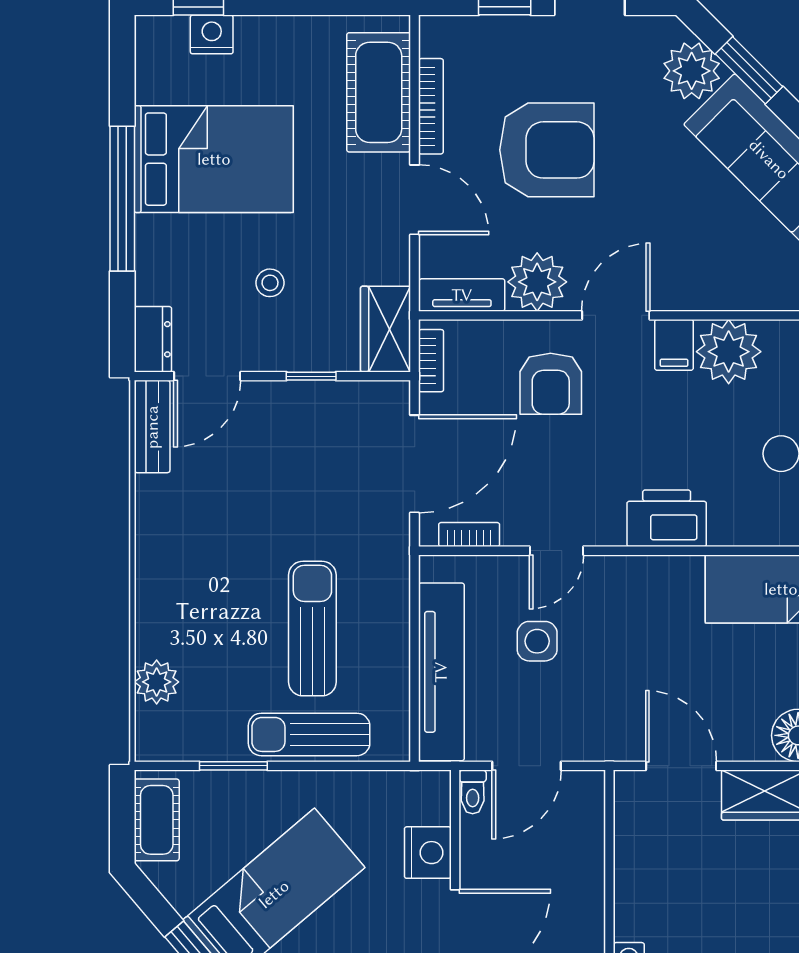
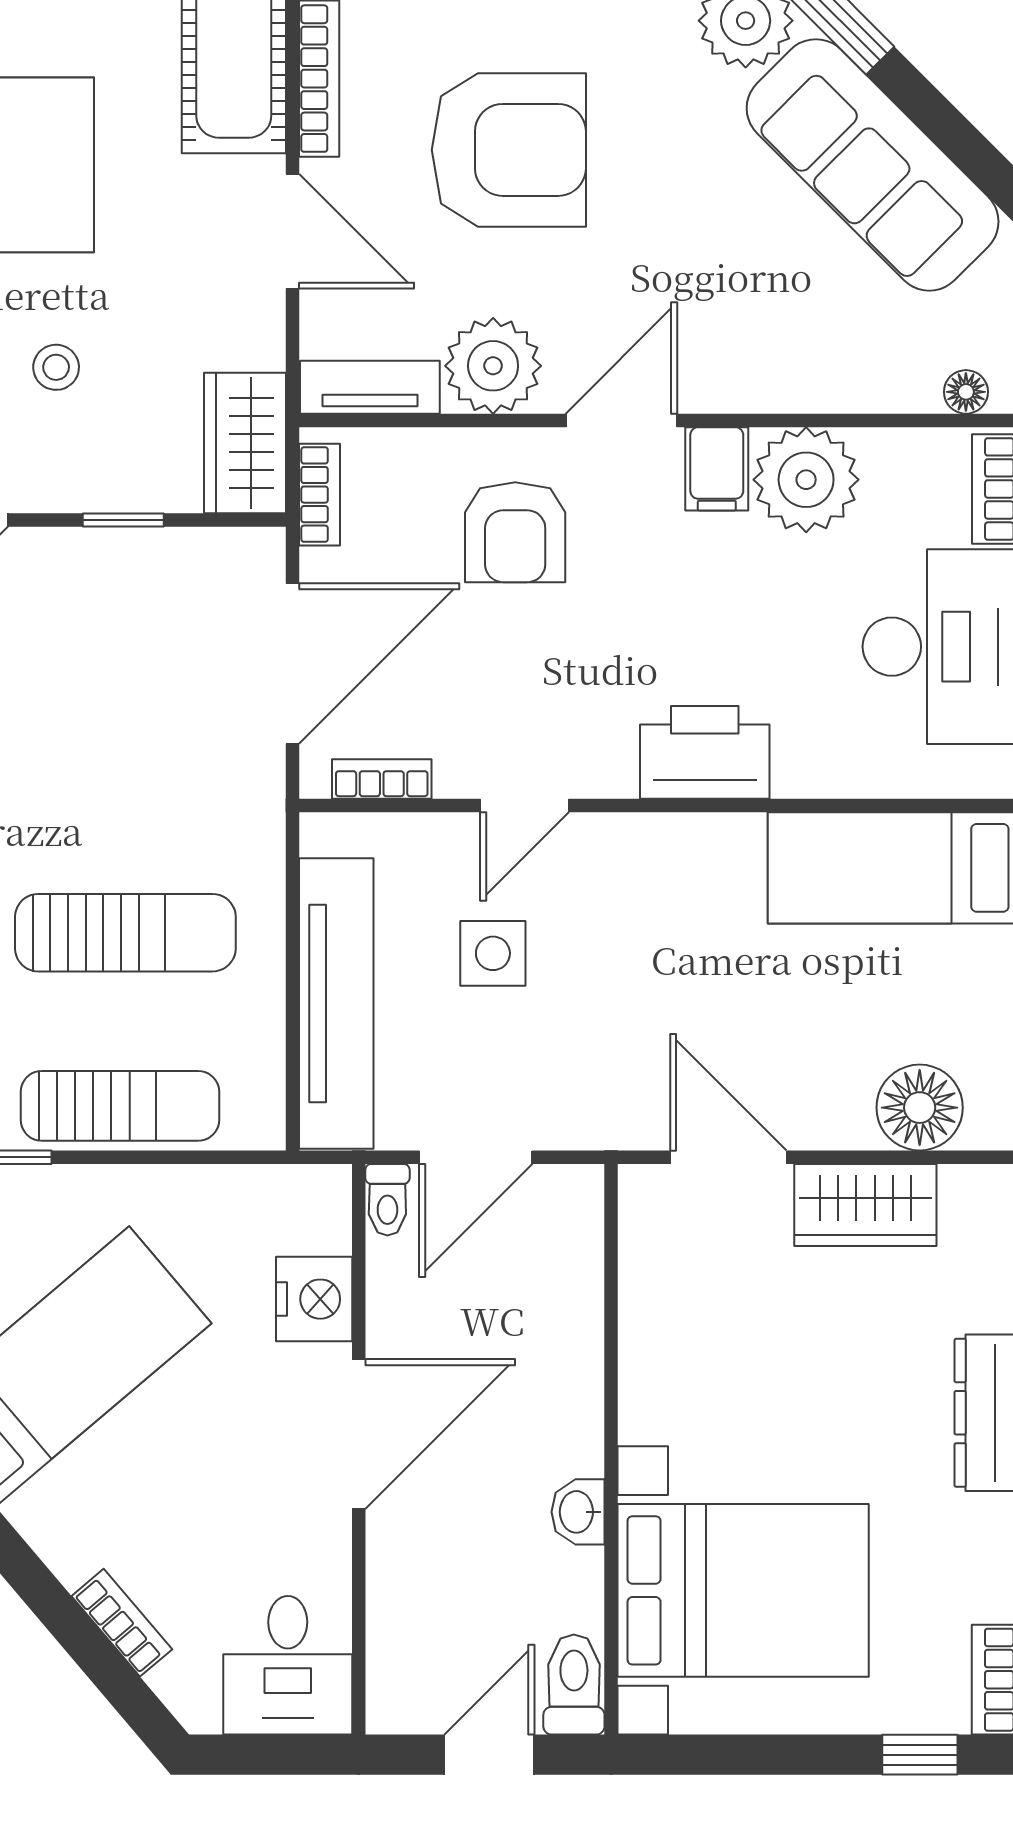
sun lounger: (312, 629) -> (125, 933), turned 90
sun lounger: (309, 734) -> (120, 1106), turned 180

